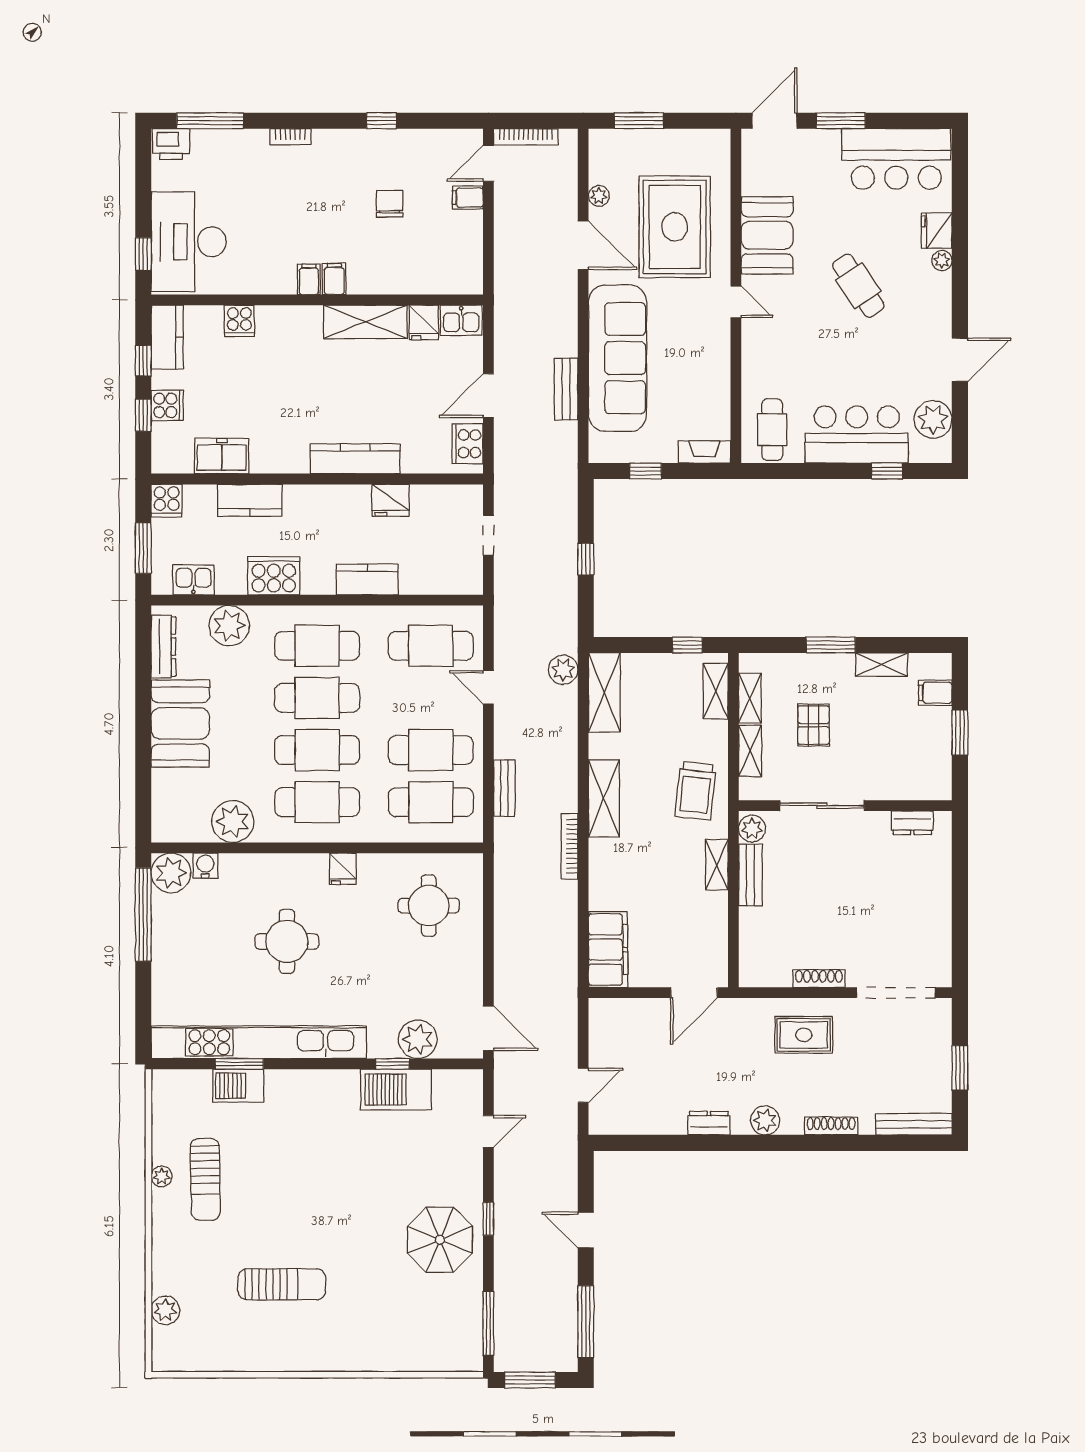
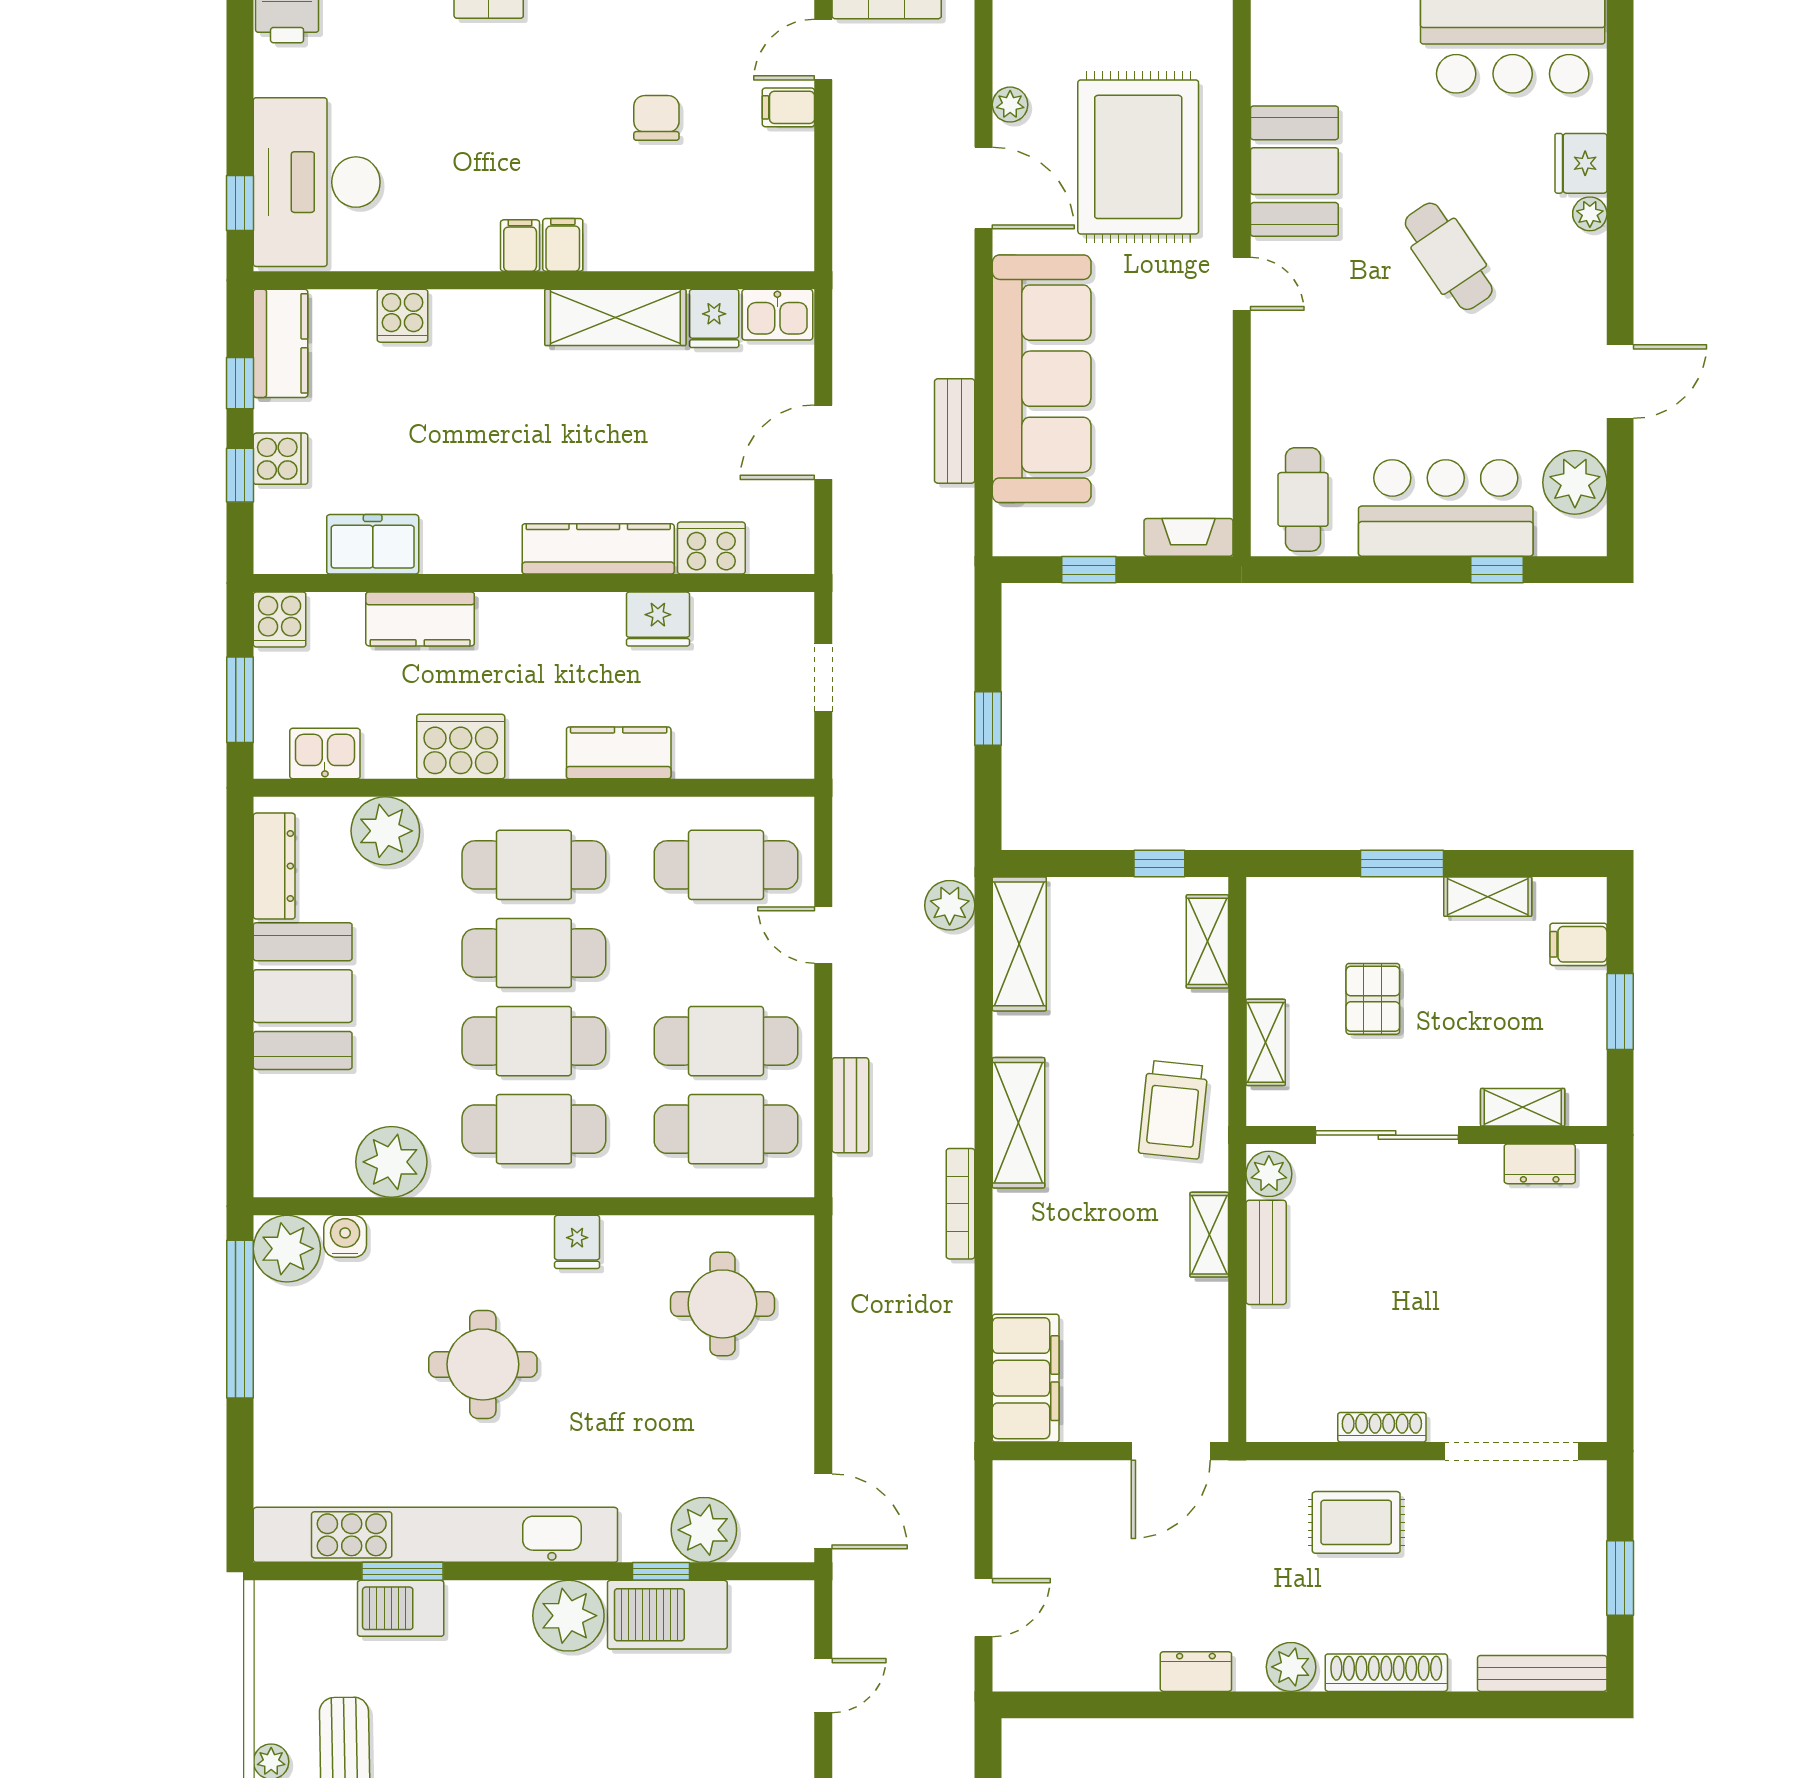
cooker: (468, 444) -> (711, 548), moved, turned 90
shelving: (750, 698) -> (1523, 1107), moved, turned 90
plant: (338, 1090) -> (568, 1616), added
shoe rack: (831, 1126) -> (1386, 1673), width x1.36, depth x1.24

